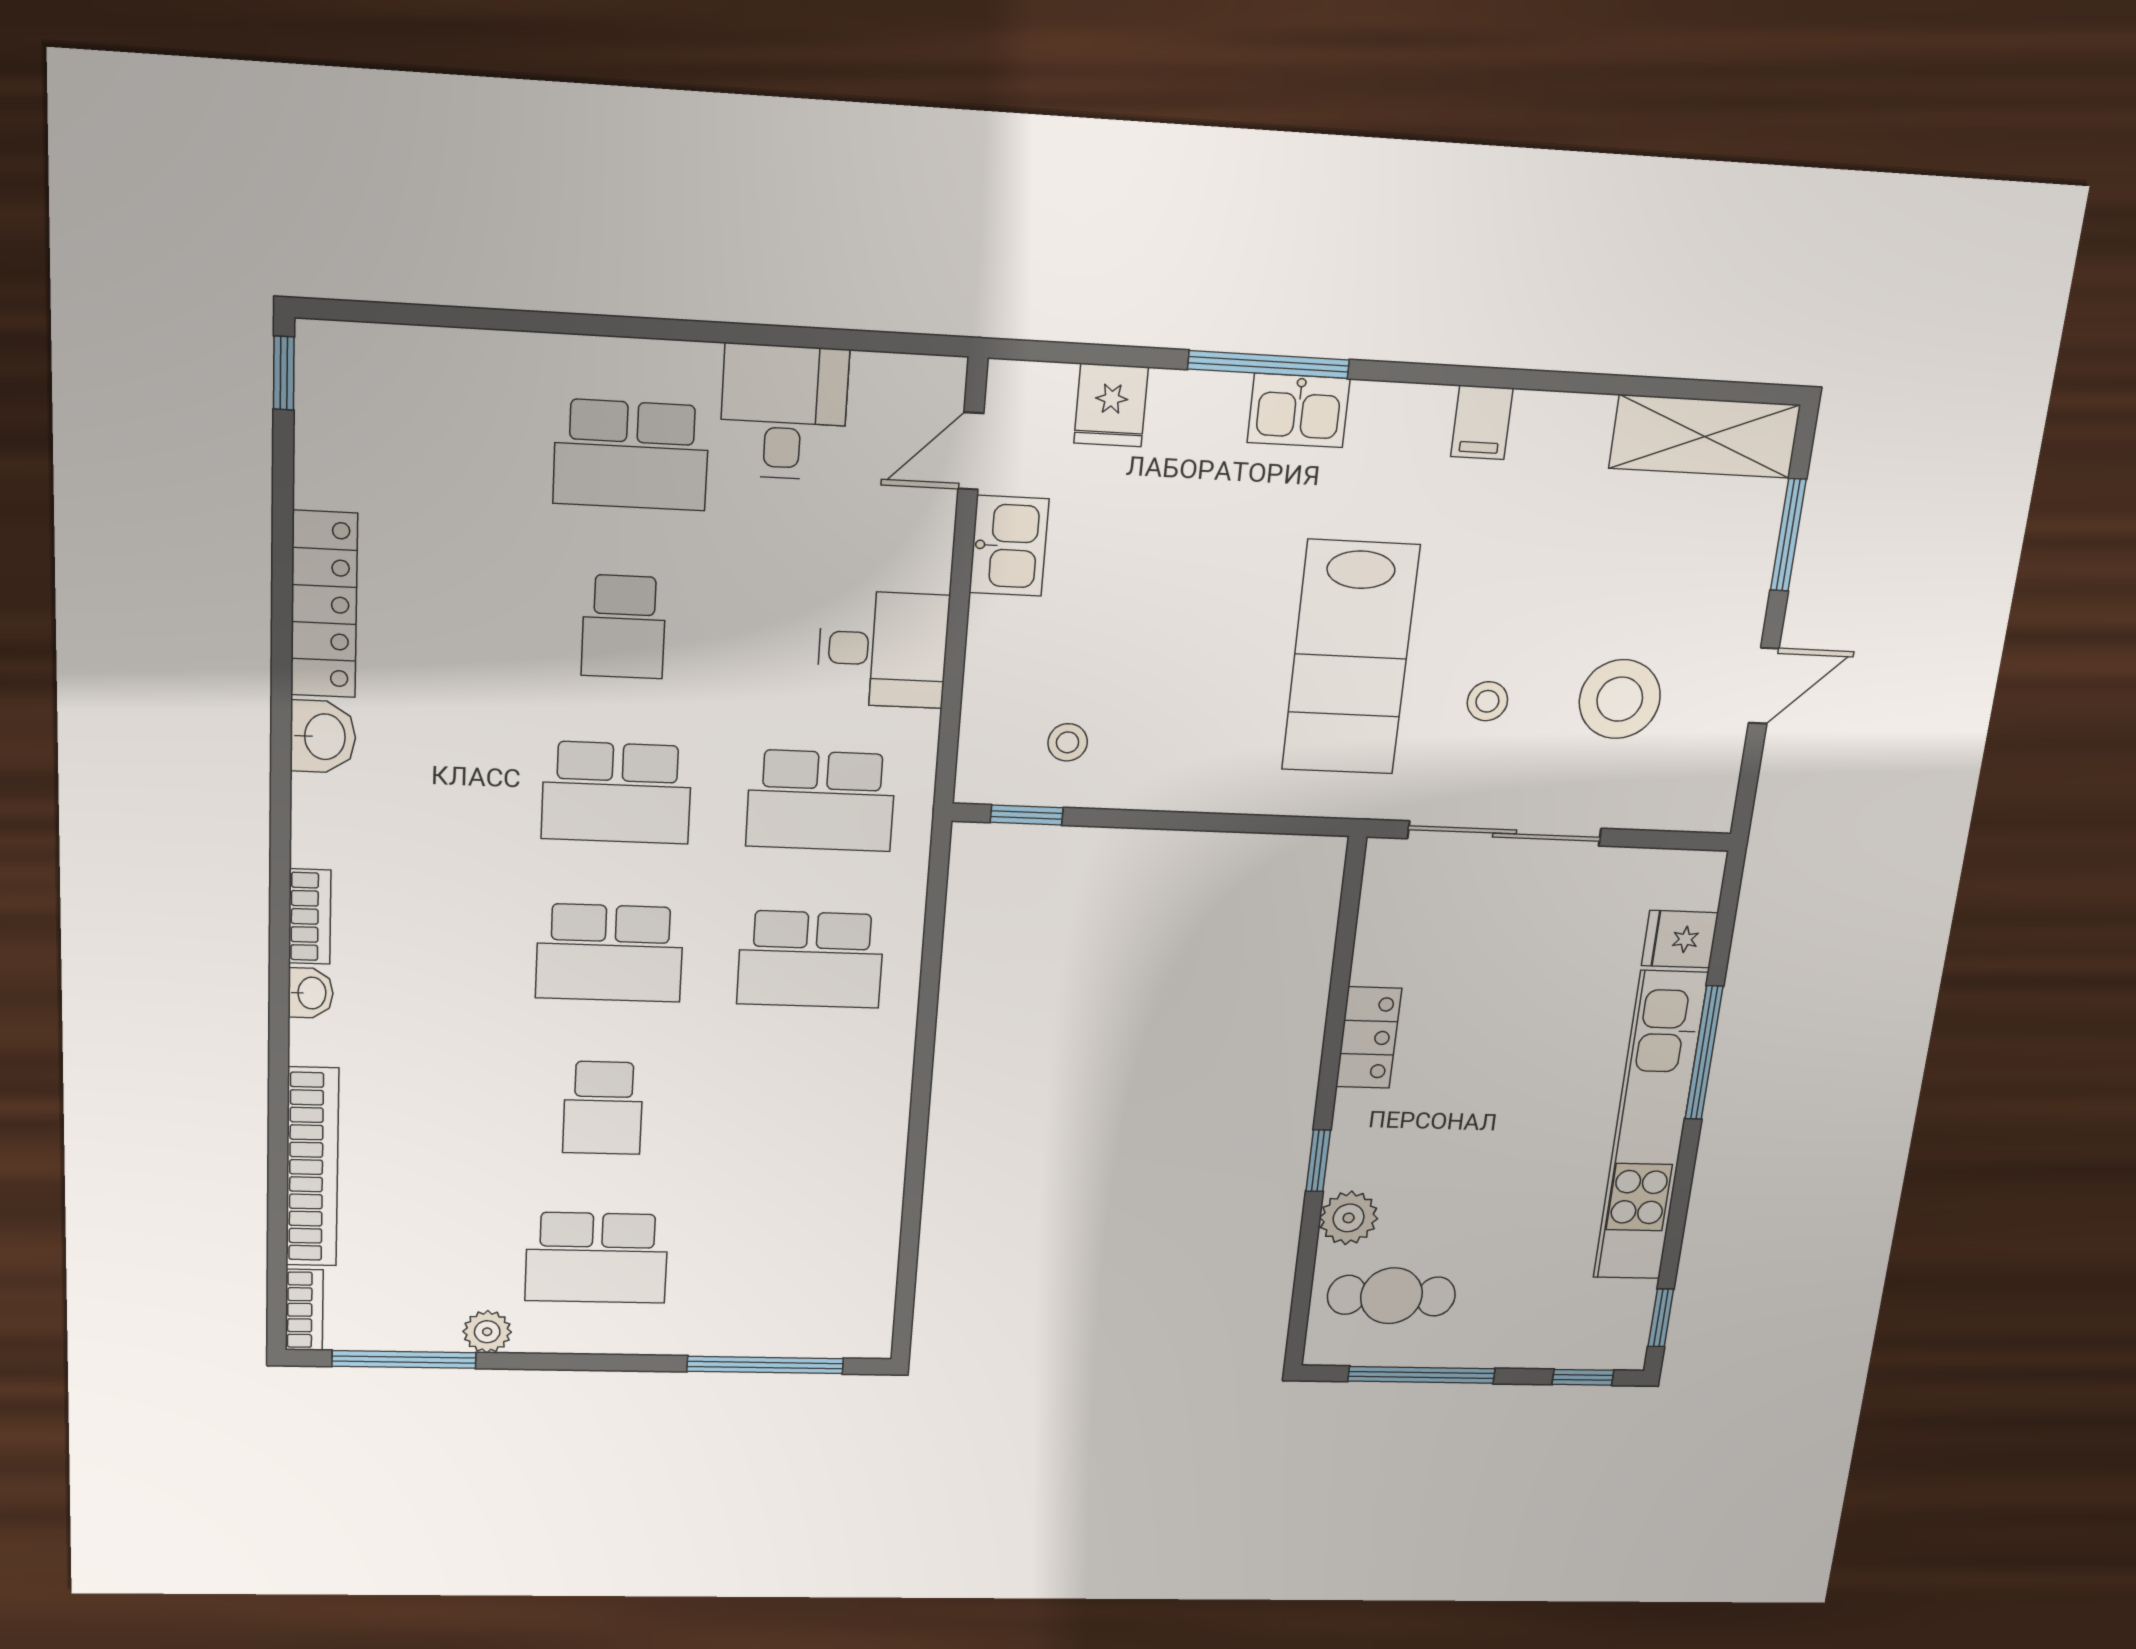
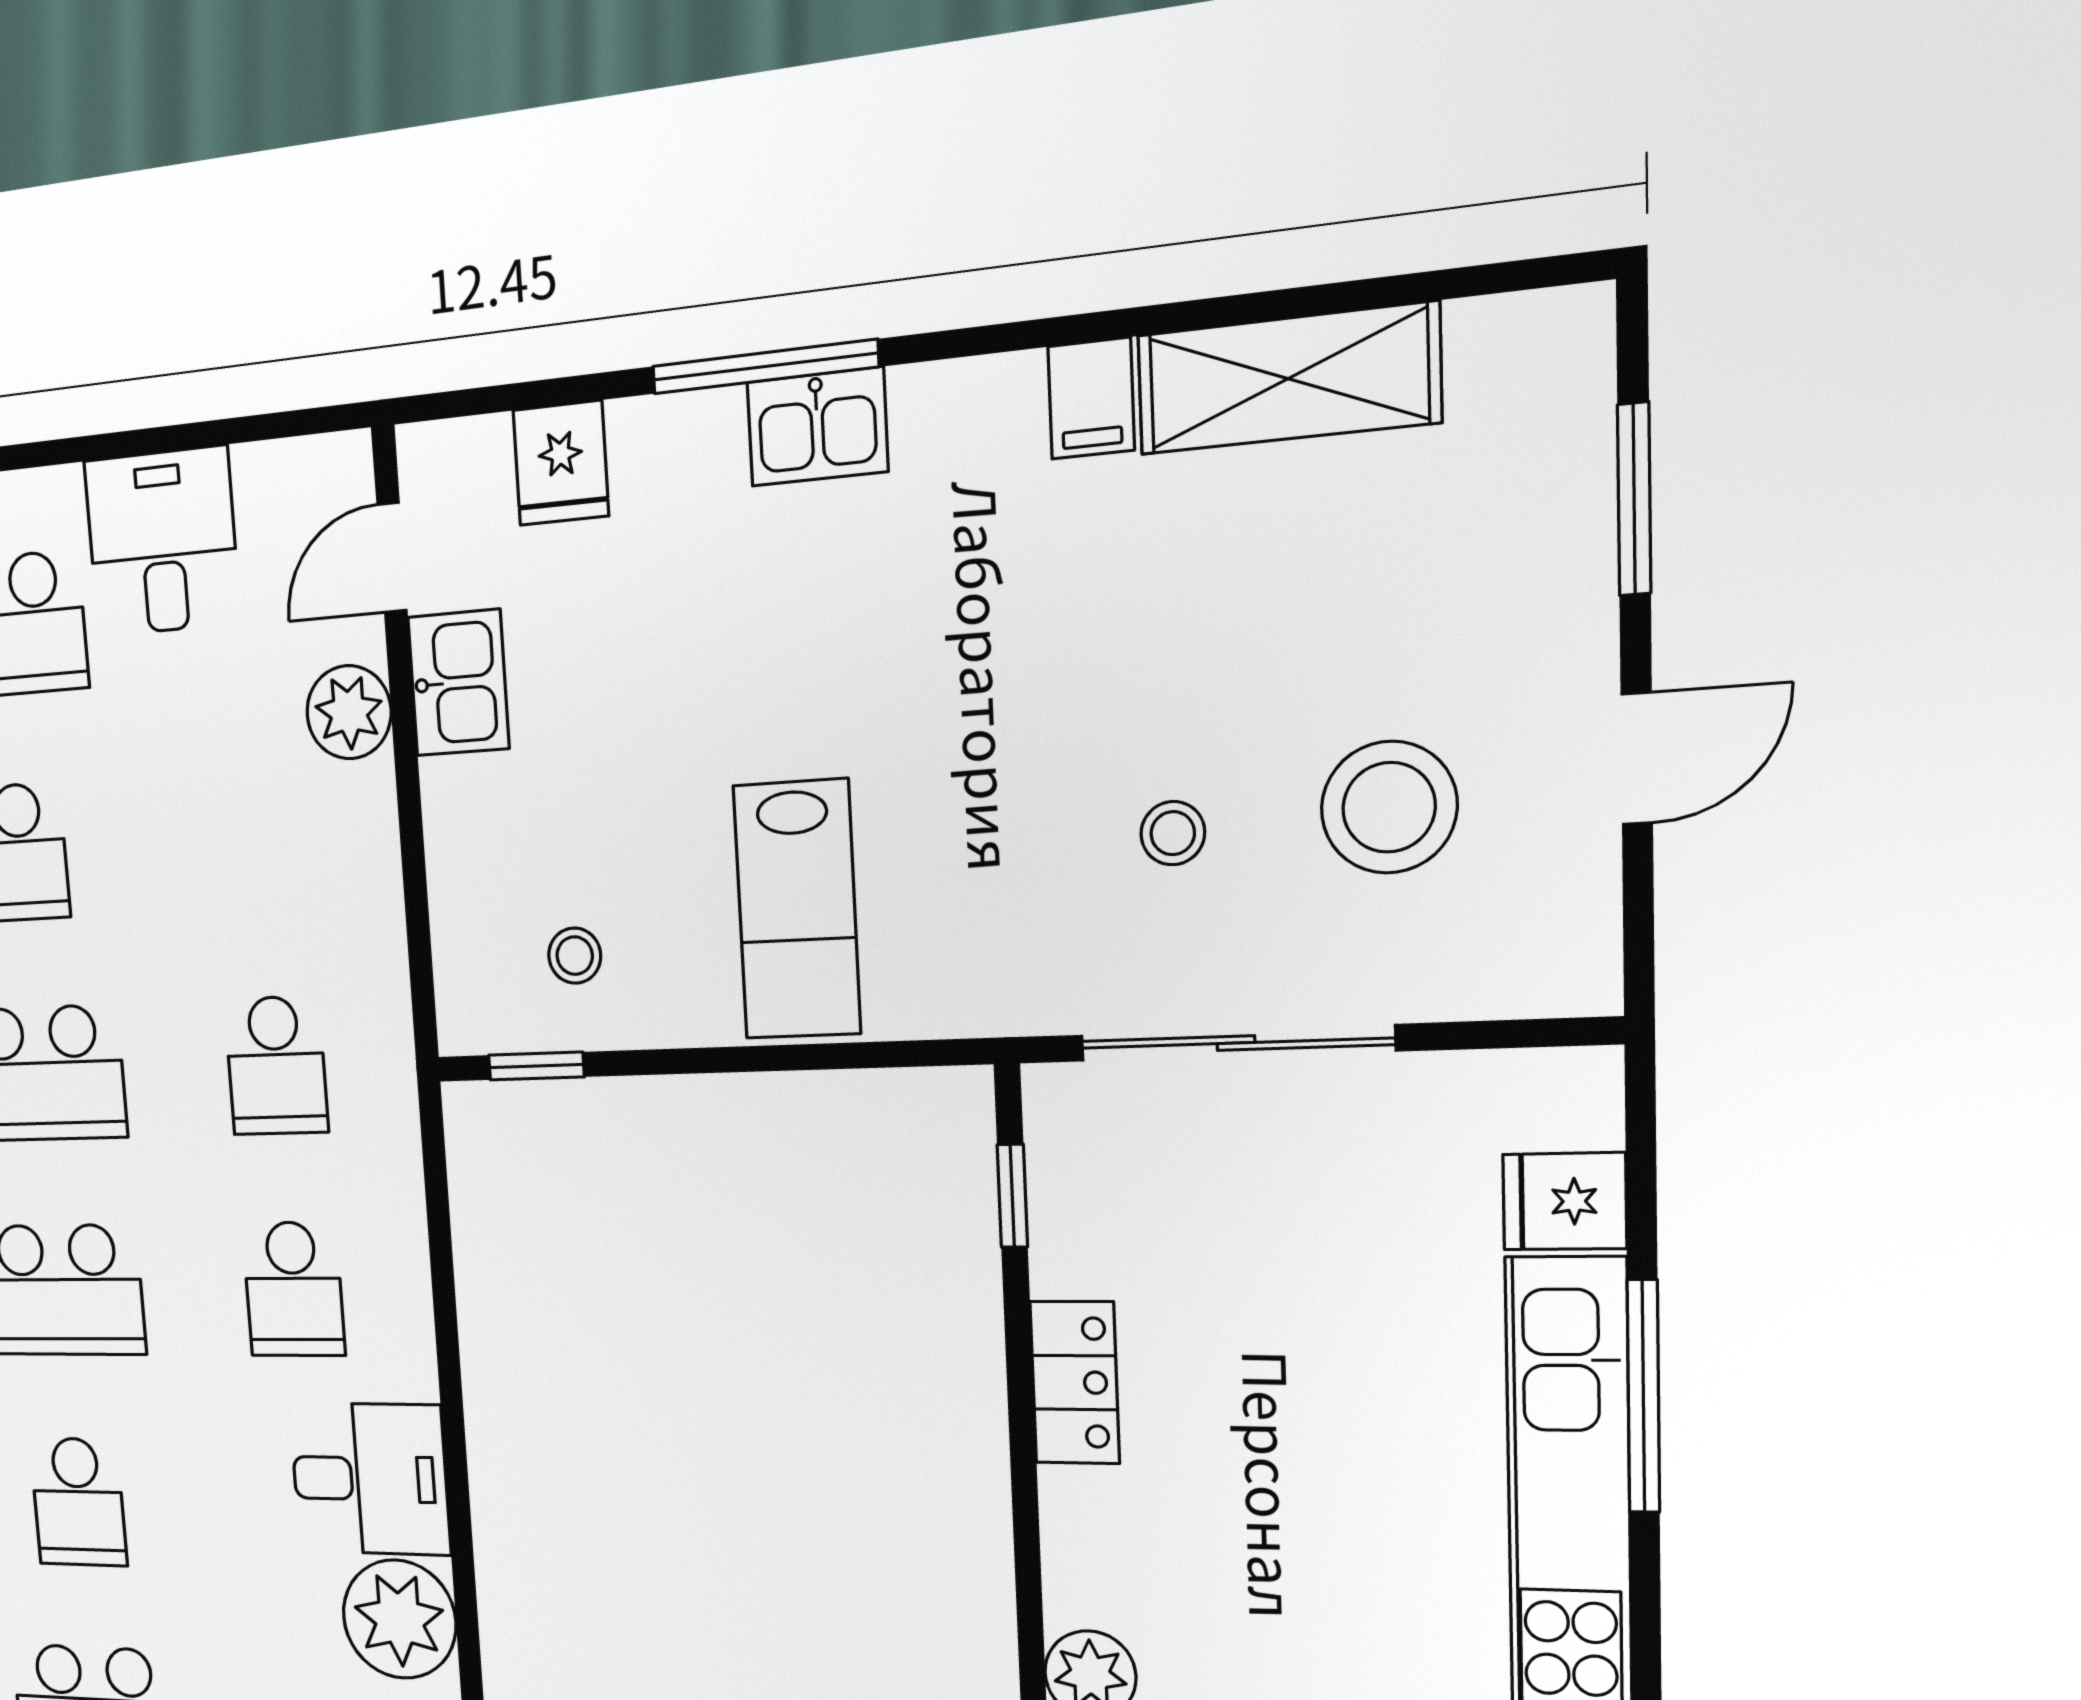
shelving: (1705, 436) -> (1288, 379), moved
plant: (919, 556) -> (349, 712), added
desk: (883, 649) -> (370, 1479), moved
lab bench: (1350, 658) -> (797, 910), moved, width x0.73, depth x0.72
school desk: (821, 801) -> (276, 1065), width x0.54
school desk: (811, 959) -> (294, 1289), width x0.54
window: (1318, 1161) -> (1012, 1196), moved
plant: (860, 1190) -> (399, 1619), added

